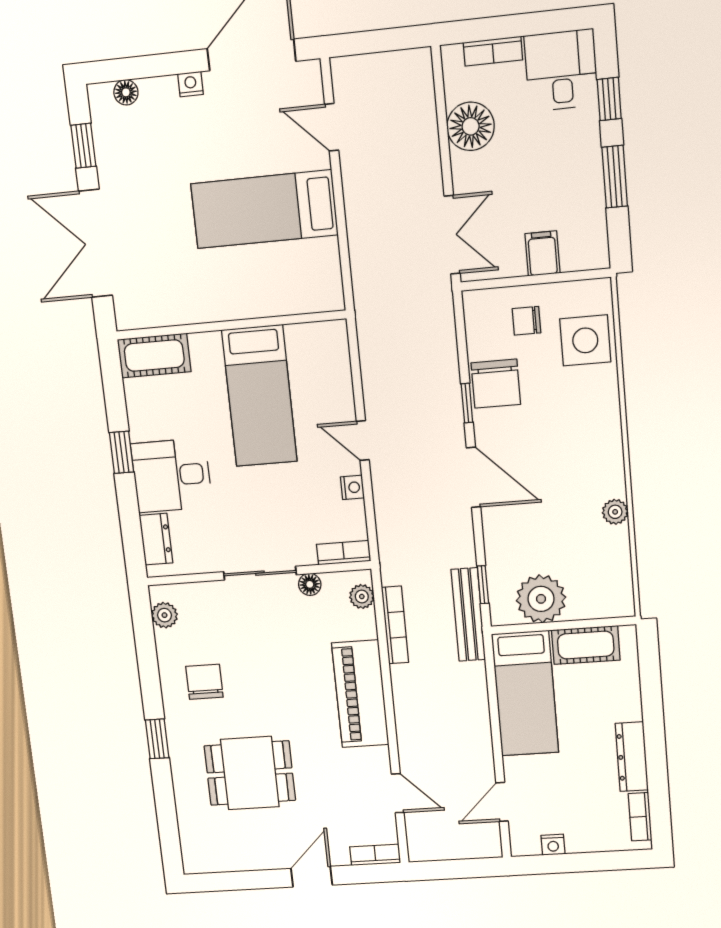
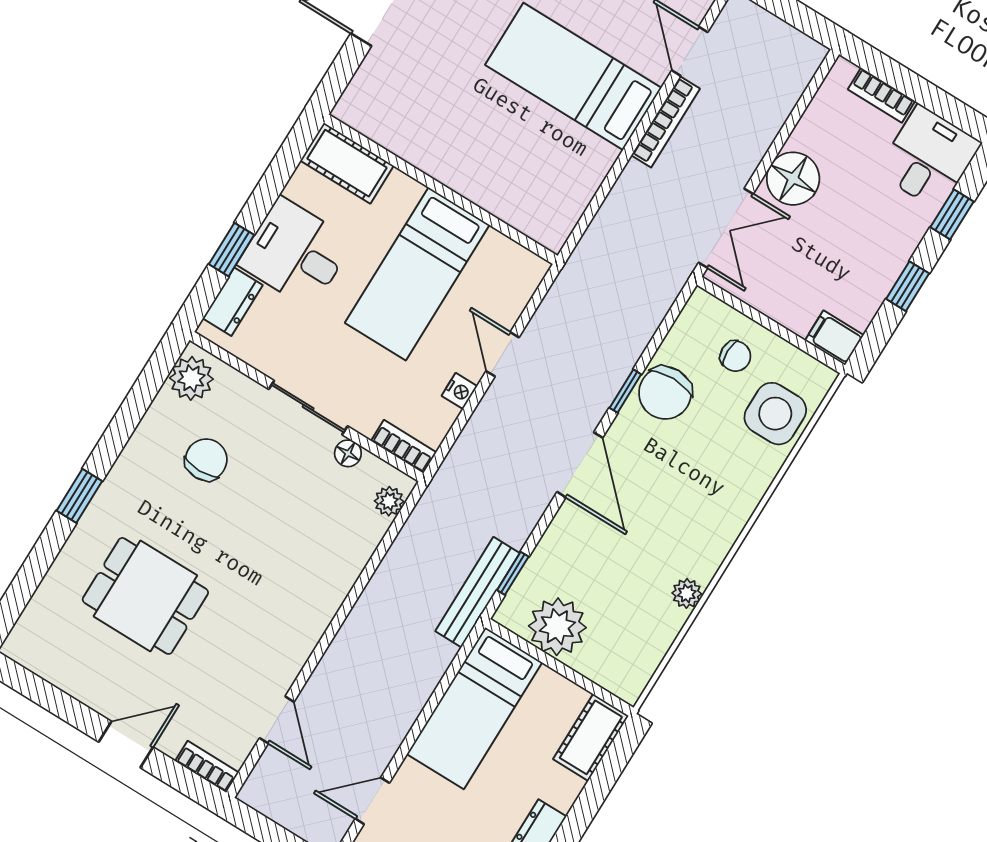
floor lamp: (471, 126) -> (793, 179), moved
window: (615, 177) -> (908, 286), width x0.67
filing cabinet: (542, 253) -> (834, 338), moved, turned -90
chair: (527, 321) -> (735, 356), turned 180
wall: (231, 325) -> (441, 189), moved
cot: (154, 356) -> (347, 163), moved
bed: (259, 396) -> (417, 274), moved
window: (122, 452) -> (231, 250), moved
plant: (164, 615) -> (191, 378), width x1.38, depth x1.38
bookcase: (395, 625) -> (666, 122), moved
cot: (586, 645) -> (591, 737), moved, turned 90
chair: (204, 682) -> (206, 460), moved
piano: (360, 694) -> (315, 595), removed

